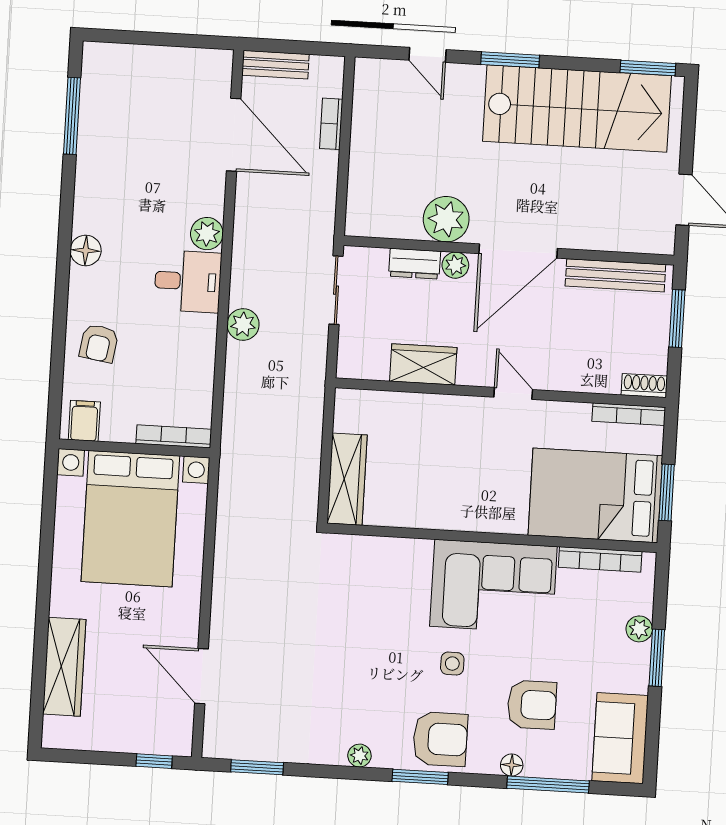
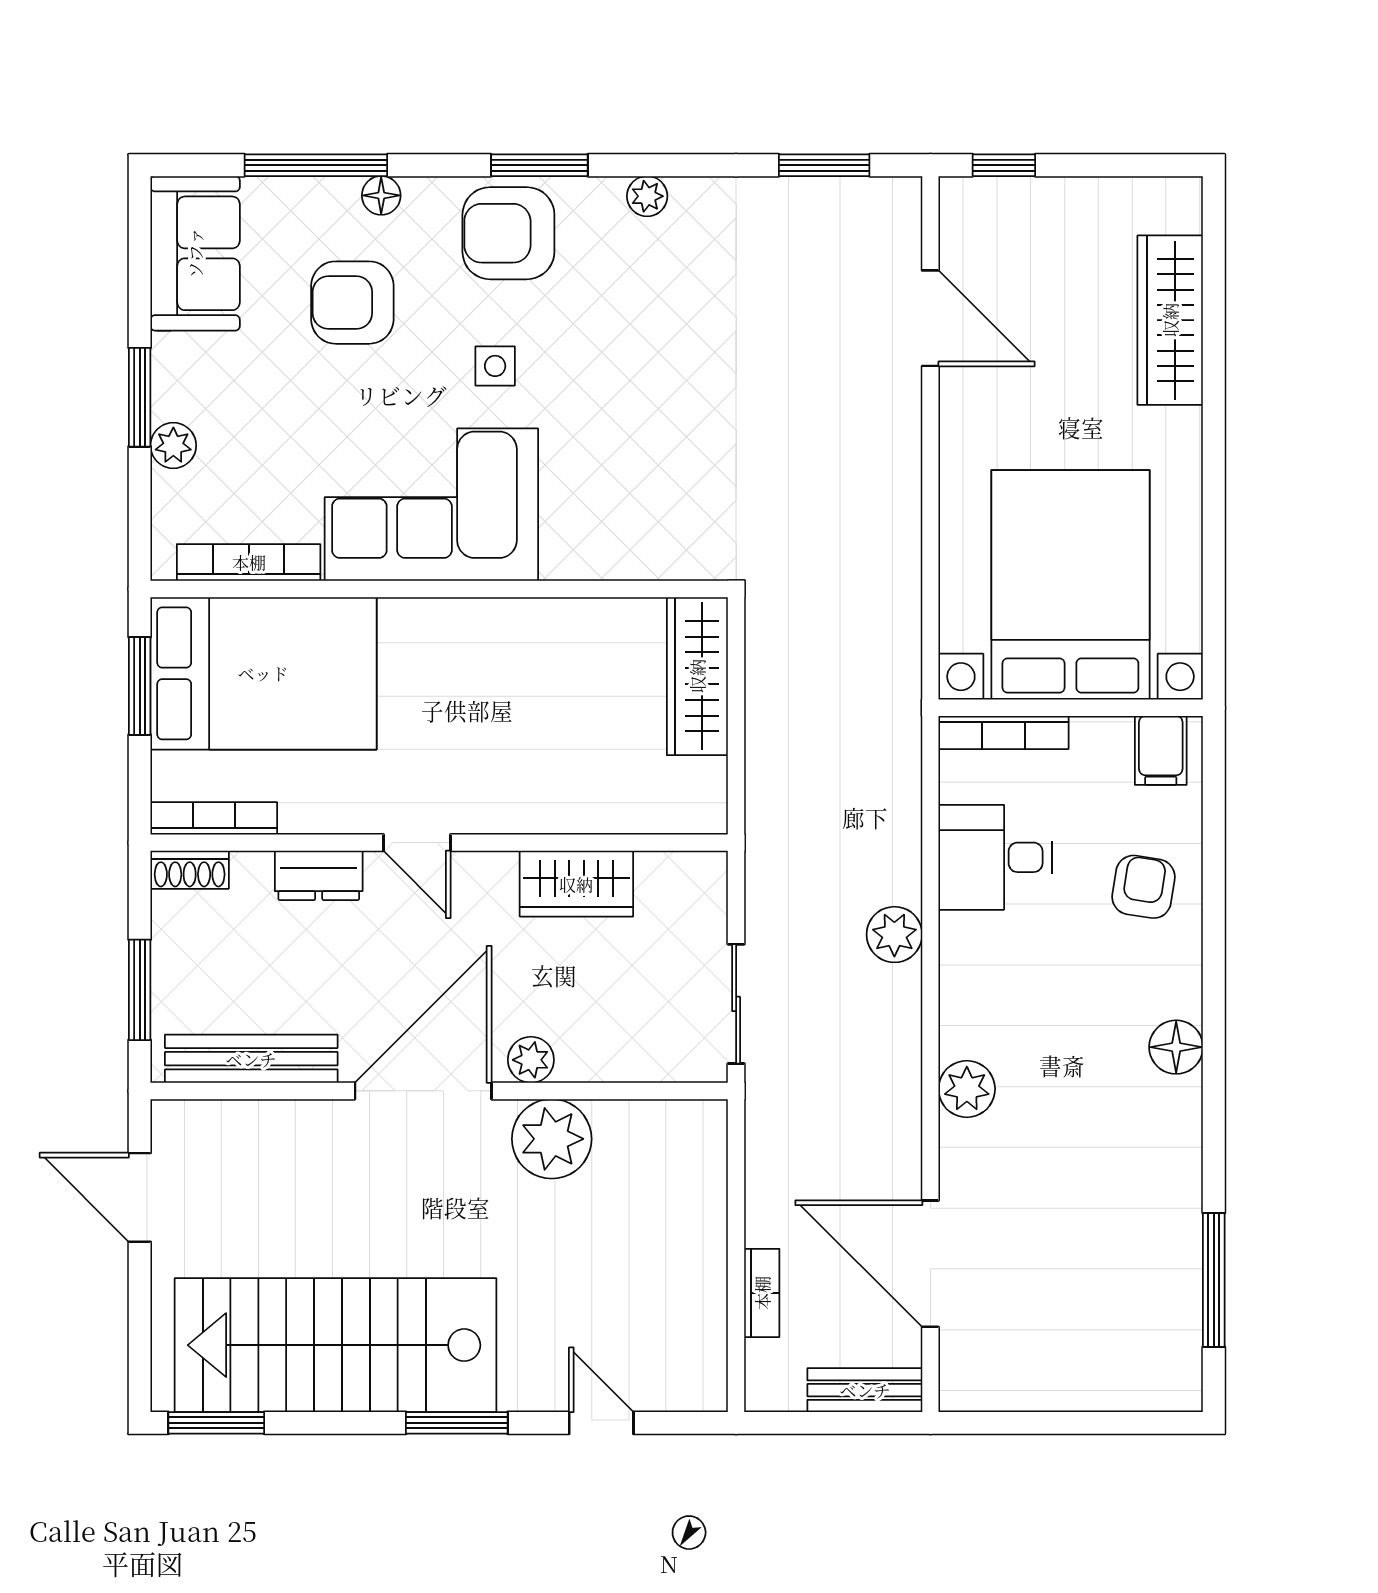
dresser: (415, 264) -> (319, 875), moved, turned 180
desk: (188, 281) -> (995, 857), moved

